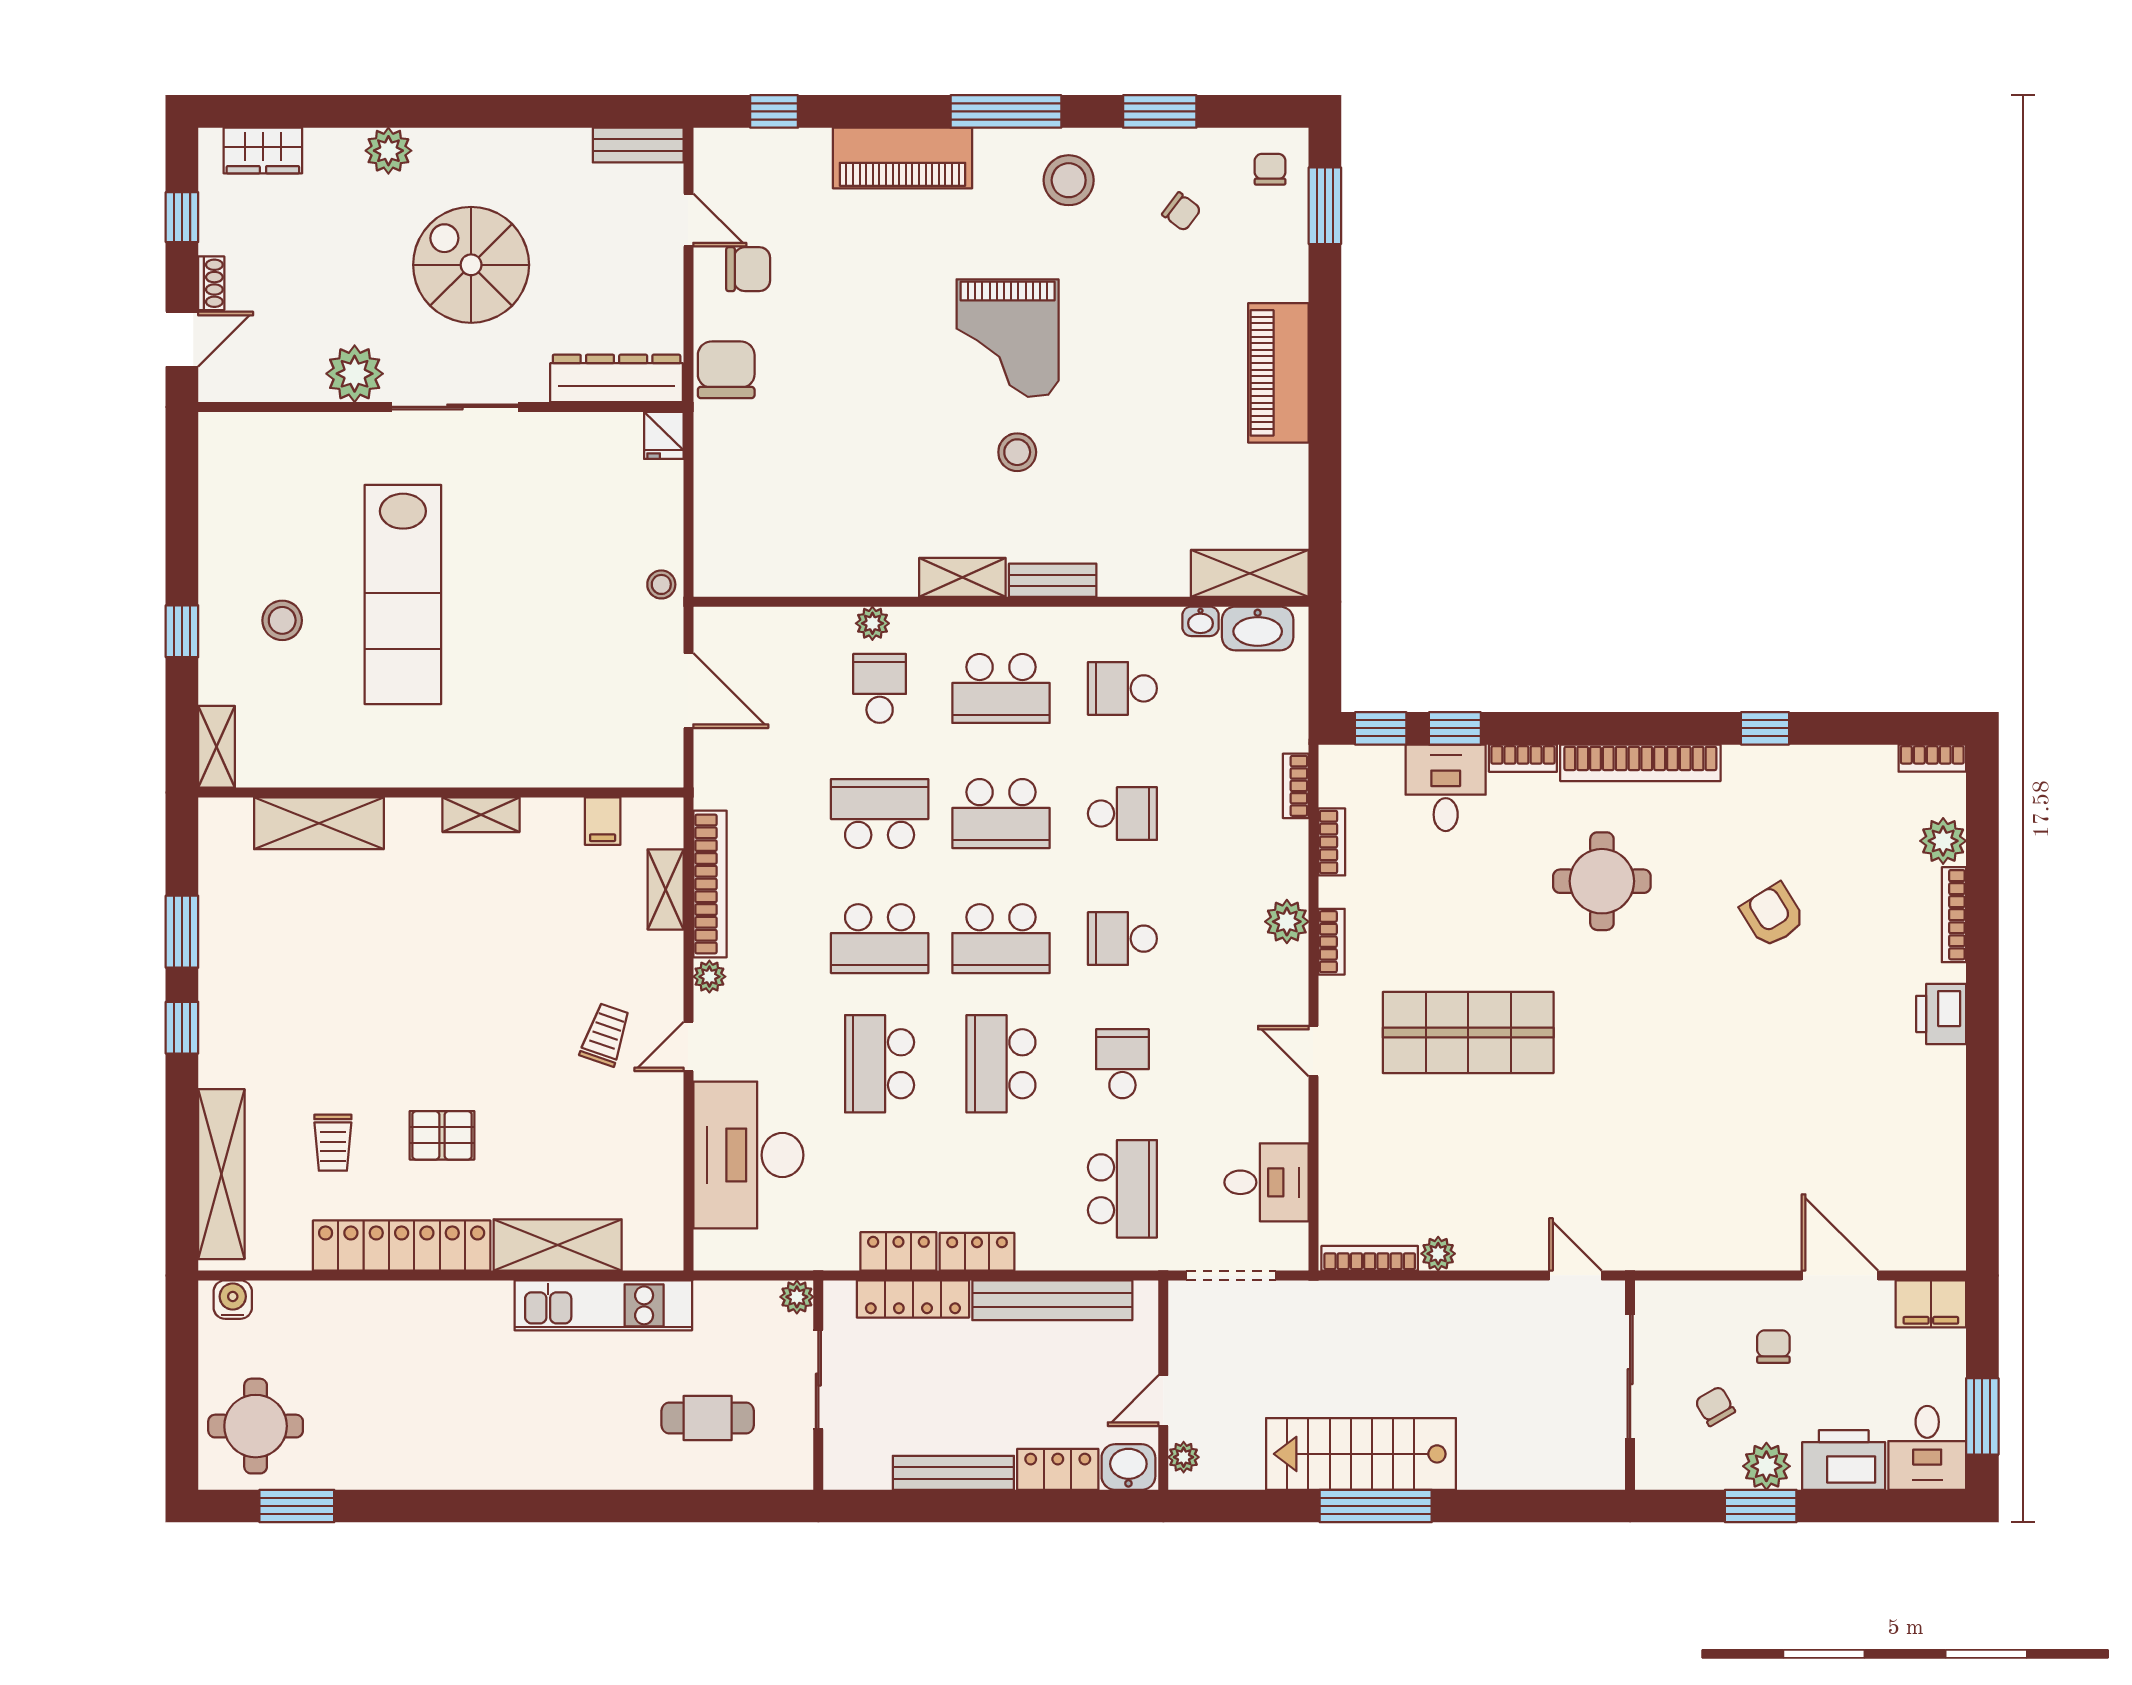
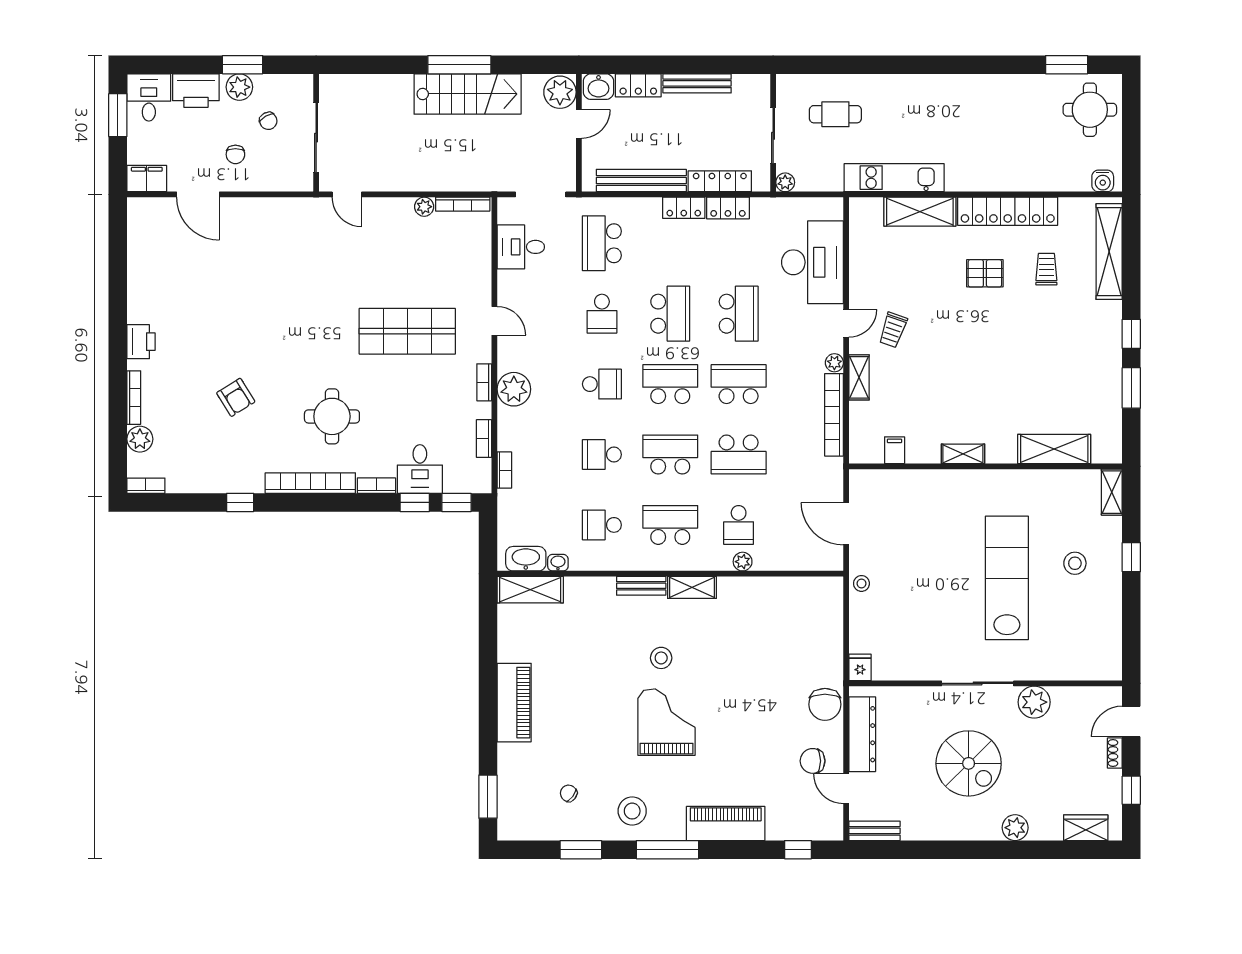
chair: (1270, 169) -> (519, 817), removed
dresser: (617, 378) -> (862, 734), moved, turned -90
school desk: (1122, 688) -> (602, 525), turned 180
shelving: (666, 889) -> (859, 377), moved
plant: (1287, 922) -> (514, 389), width x1.36, depth x1.36
plant: (1184, 1457) -> (560, 92), width x1.88, depth x1.88

